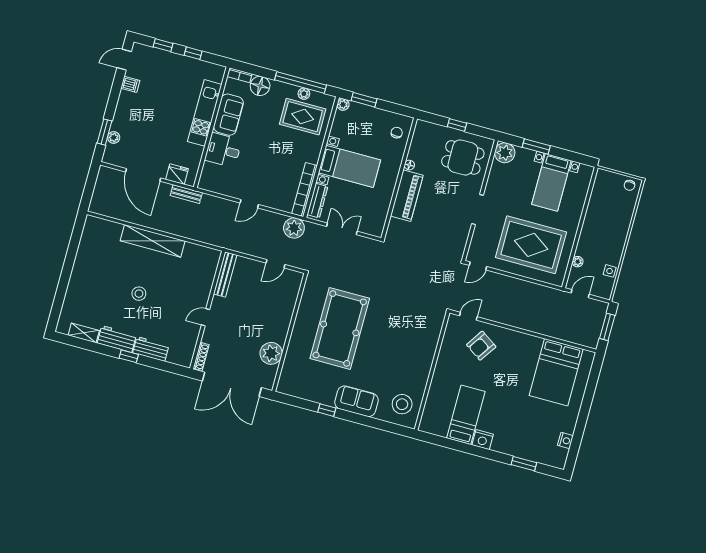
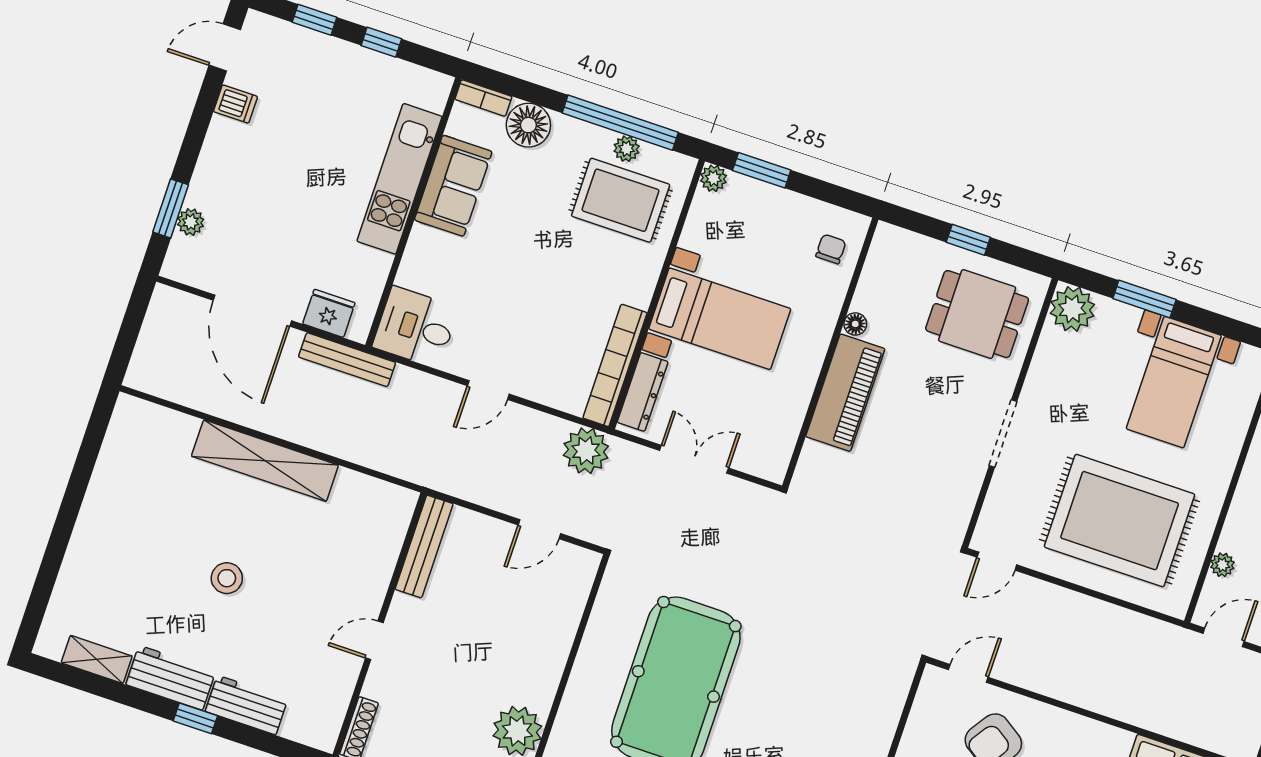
desk: (223, 150) -> (416, 327), moved
bench: (186, 194) -> (347, 360), width x1.36

